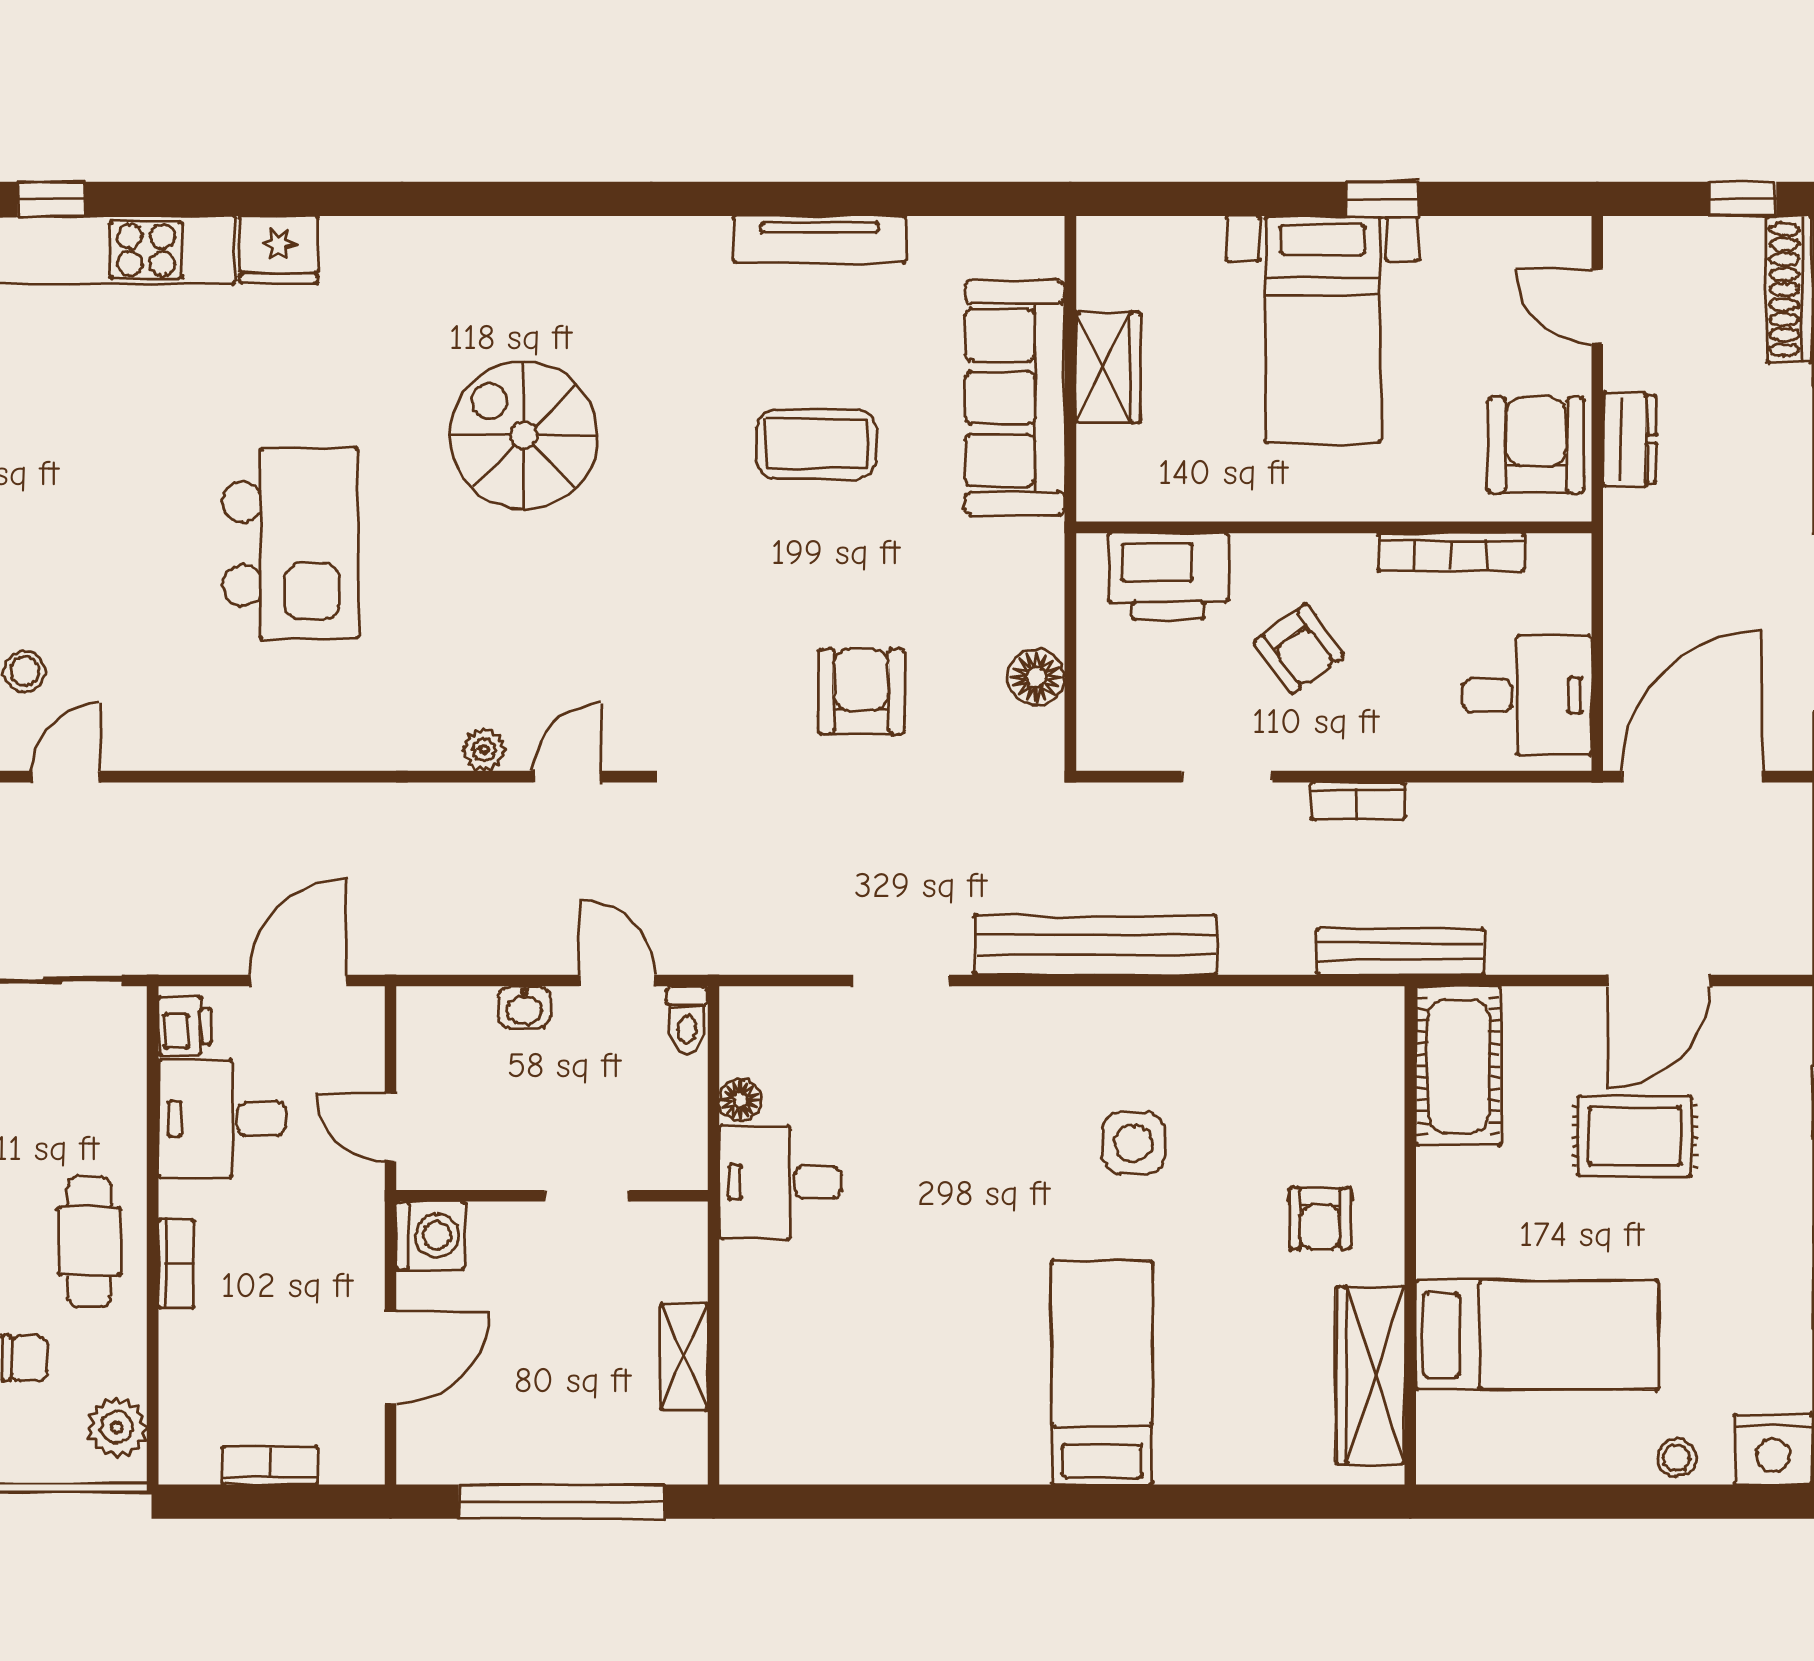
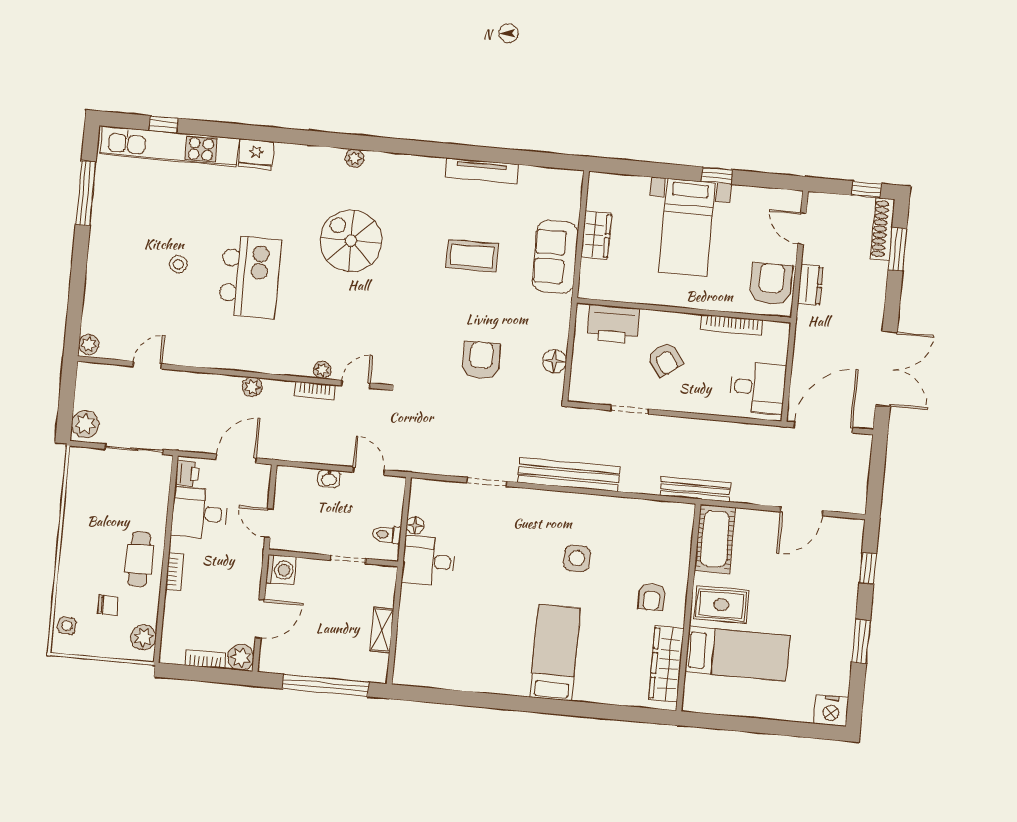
plant: (514, 238) -> (355, 158), added
sofa: (1015, 398) -> (555, 257), width x0.73
stool: (25, 671) -> (178, 264), moved
bookcase: (1358, 801) -> (315, 391), moved
plant: (321, 806) -> (252, 387), added
toilet: (687, 1020) -> (387, 534), moved, turned 90
rug: (1635, 1136) -> (721, 605), moved
plant: (354, 1453) -> (241, 657), added
stool: (1677, 1457) -> (791, 710), removed

